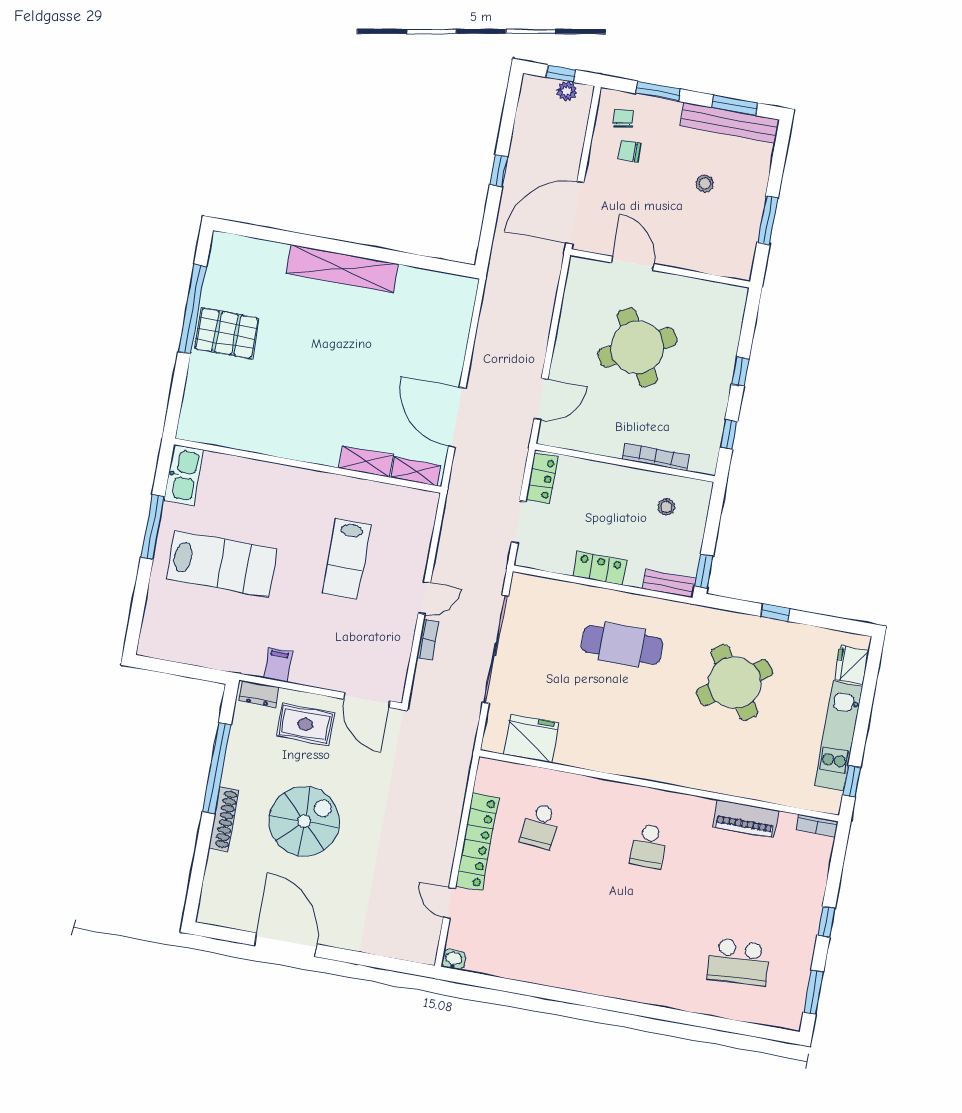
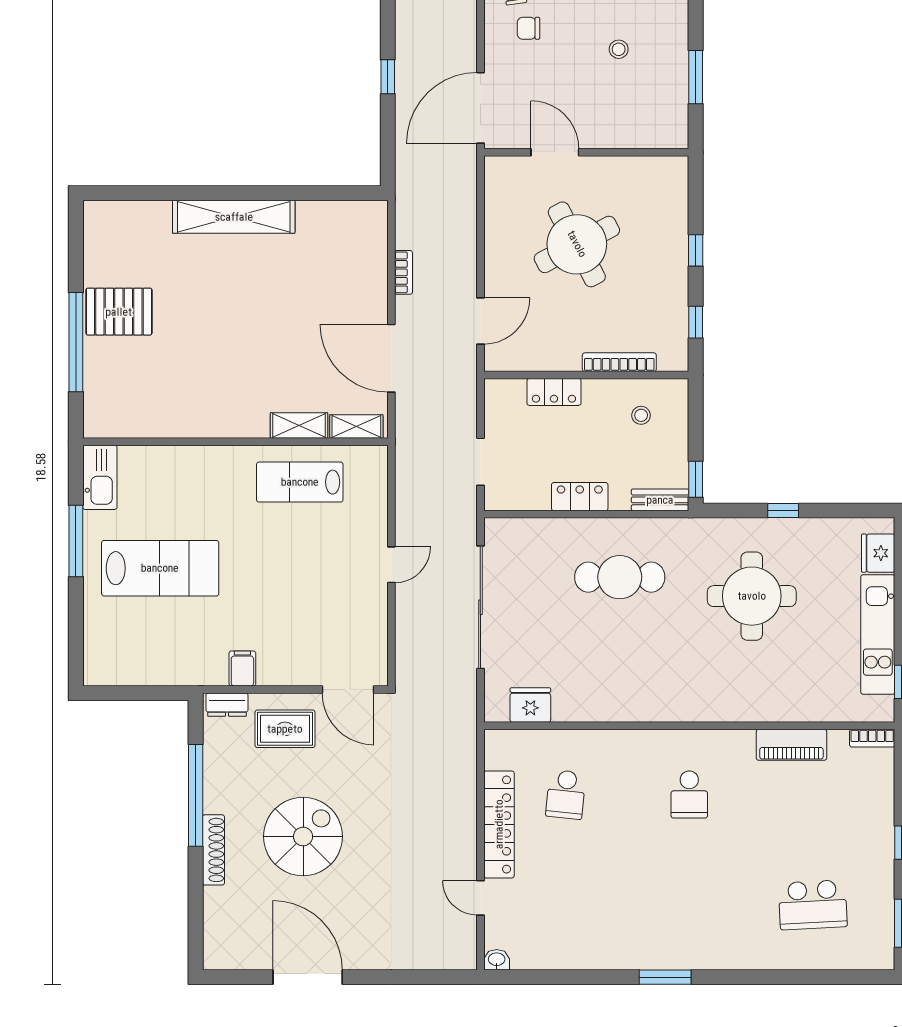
window: (192, 309) -> (76, 342), moved
locker: (542, 478) -> (554, 392), moved, turned 90
lab bench: (347, 559) -> (300, 482), moved, turned 90
bookcase: (428, 640) -> (403, 272), moved
round table: (734, 682) -> (752, 596), turned 35
fridge: (531, 738) -> (530, 705), width x0.73, depth x0.75
window: (598, 1002) -> (665, 977), added

